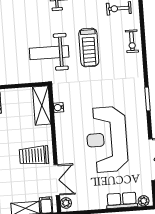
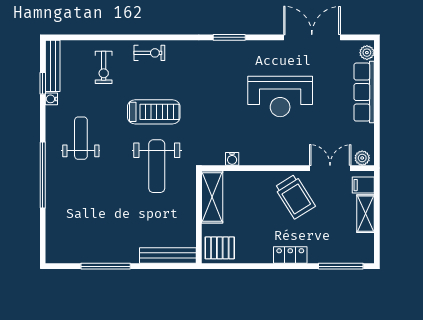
shelving: (42, 105) -> (212, 197), moved, turned 90
reception desk: (107, 139) -> (280, 96), width x0.74, depth x0.77
trolley: (34, 156) -> (295, 197), turned -32
row of seats: (122, 200) -> (364, 92), width x1.48

